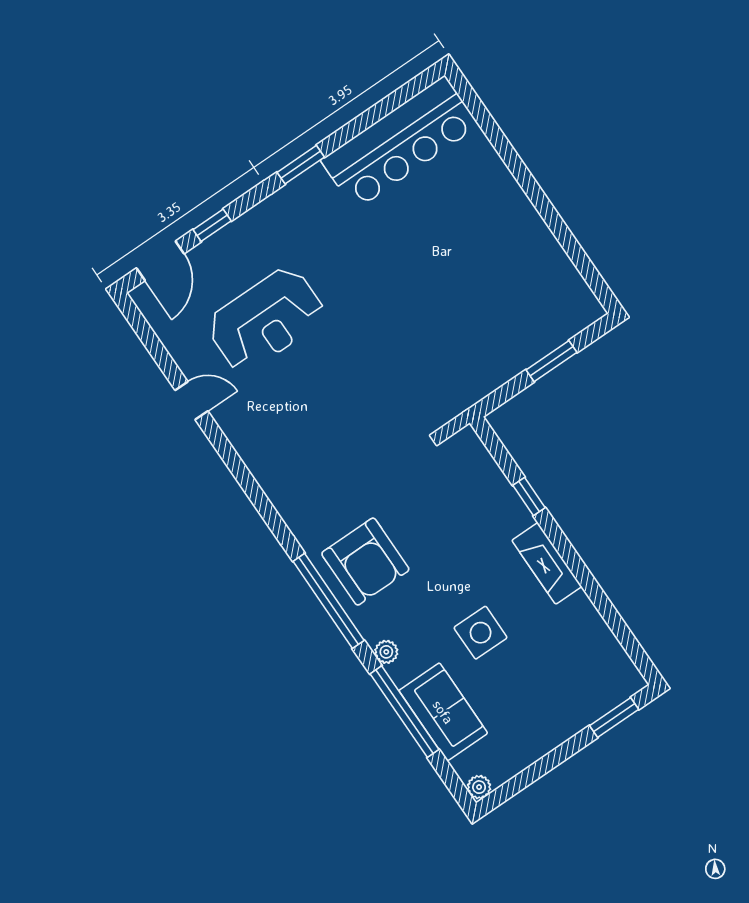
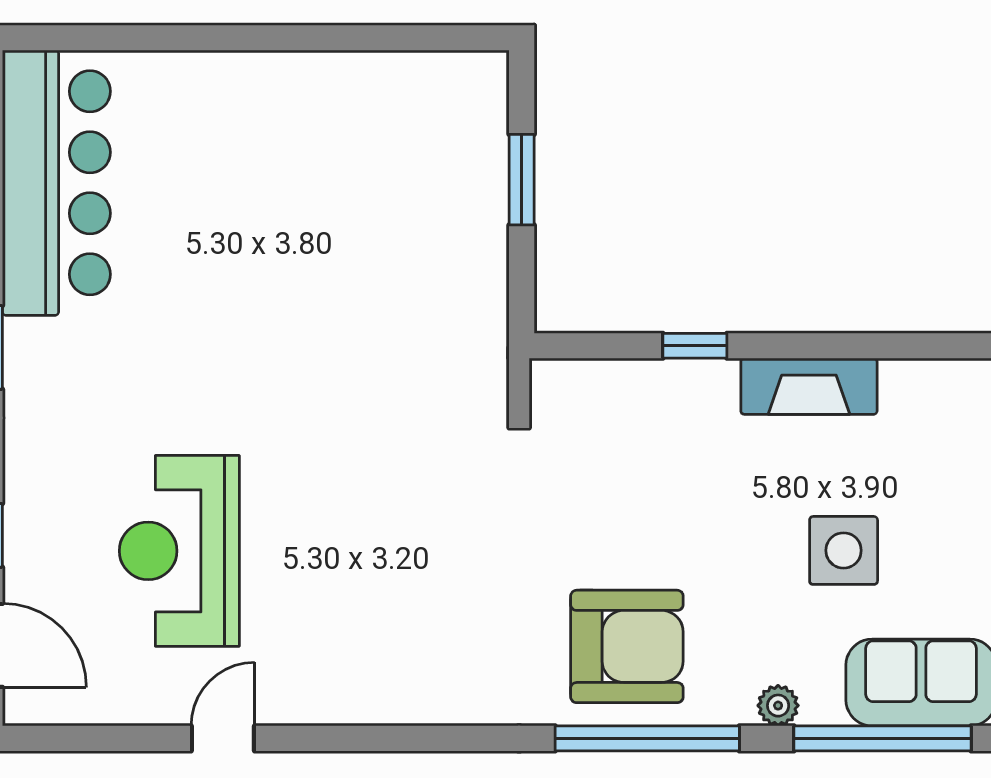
reception desk: (266, 320) -> (179, 551), turned 180

